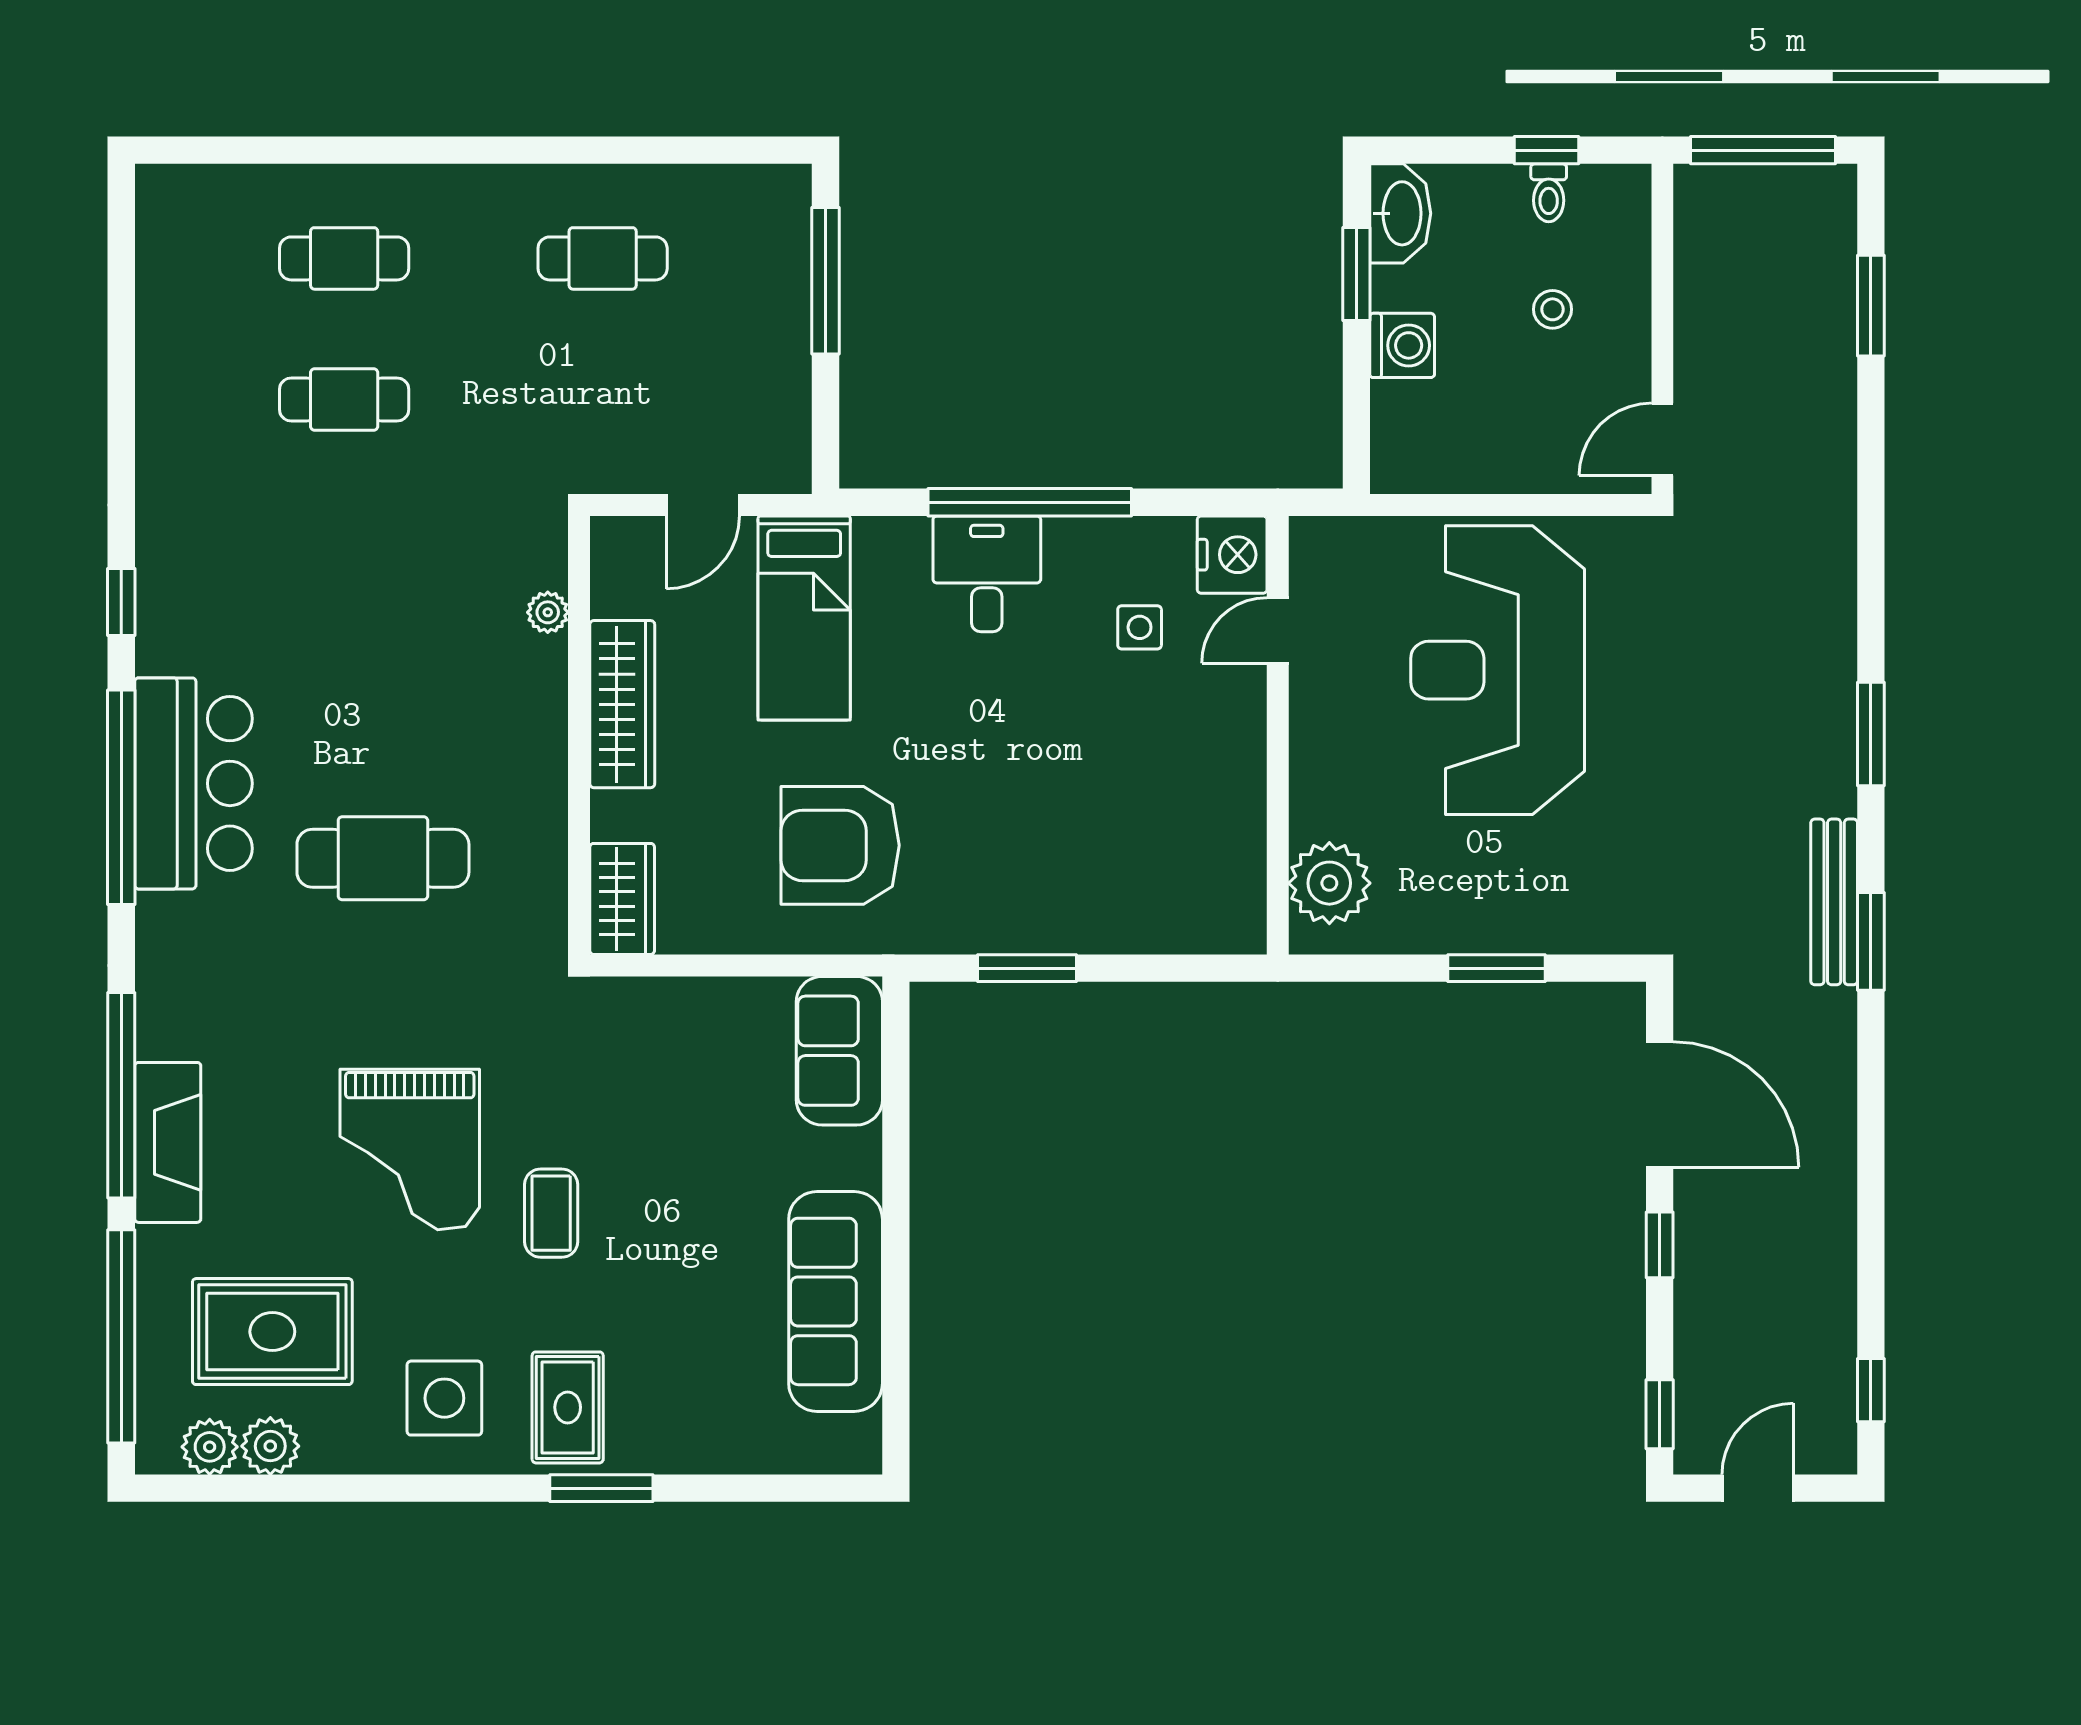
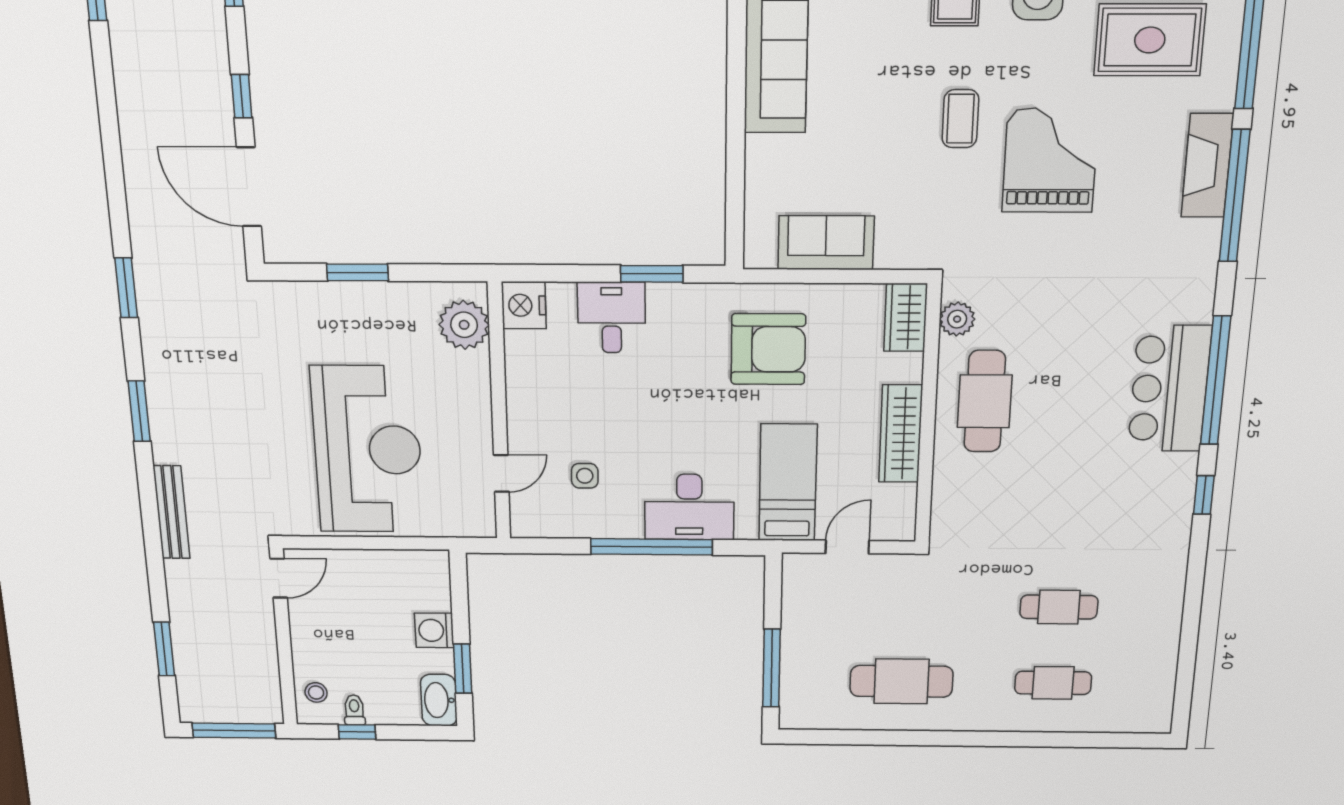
cafe table: (603, 258) -> (902, 681), width x1.37, depth x1.35
stool: (1553, 309) -> (316, 692), moved
nightstand: (1232, 555) -> (524, 305), moved
desk: (987, 574) -> (689, 507), width x1.37
plant: (548, 612) -> (957, 319), moved, width x1.38, depth x1.38
cafe table: (383, 858) -> (985, 401), moved, turned 90
desk: (1092, 896) -> (612, 318), added
bench: (1834, 902) -> (172, 512), moved
sofa: (839, 1051) -> (826, 243), moved, turned -90

